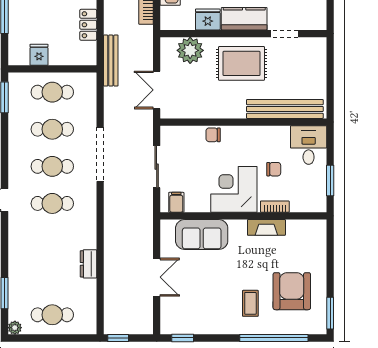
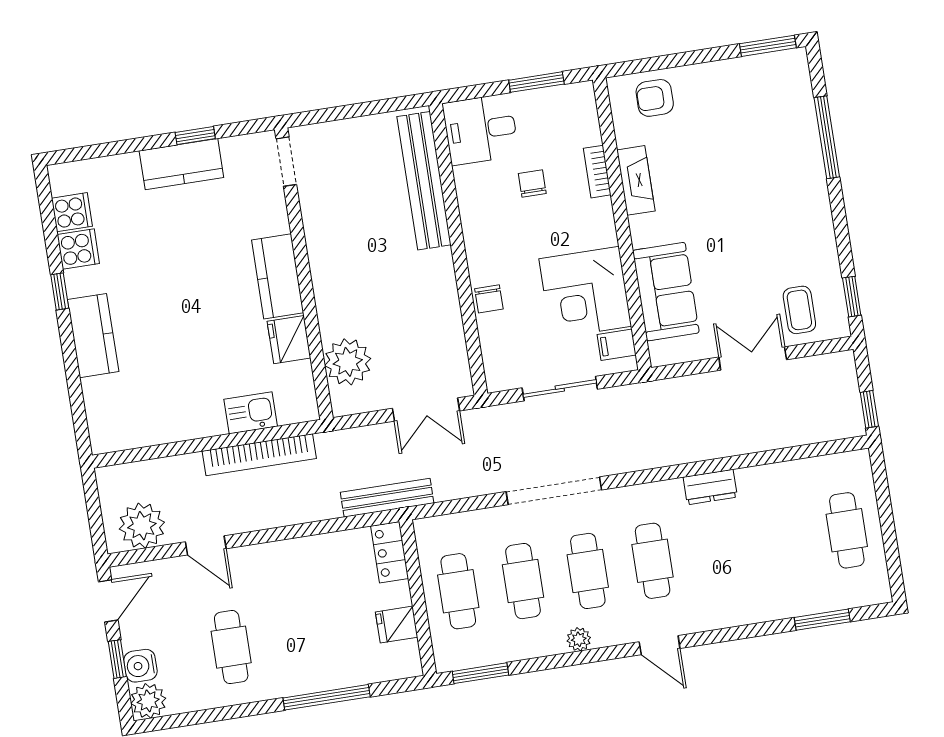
locker: (88, 25) -> (390, 552), moved, turned 90
doorway: (285, 34) -> (286, 162), moved
rug: (241, 63) -> (356, 269), removed
corner desk: (234, 189) -> (585, 293), moved
dresser: (88, 264) -> (710, 487), moved
armchair: (292, 291) -> (655, 98), moved, width x0.53, depth x0.53
coffee table: (250, 303) -> (799, 310), moved, turned 90
plant: (15, 328) -> (579, 639), moved
window: (274, 338) -> (827, 137), width x0.68

